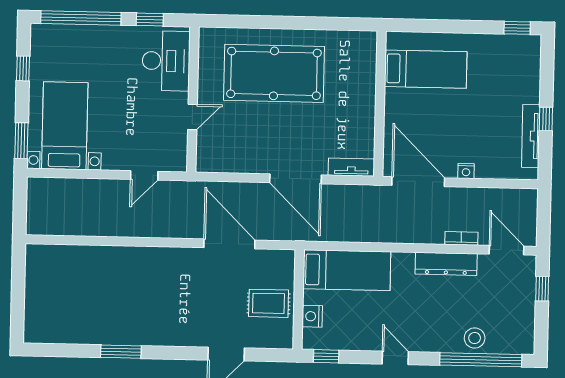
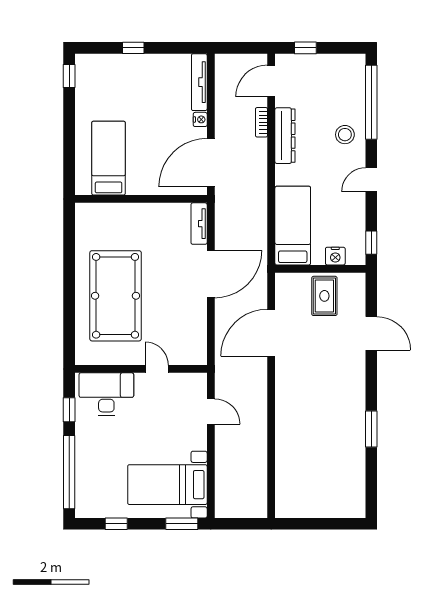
window: (546, 119) -> (133, 48), moved
tv unit: (531, 136) -> (199, 82), moved, turned 90
stool: (475, 338) -> (345, 135), moved

